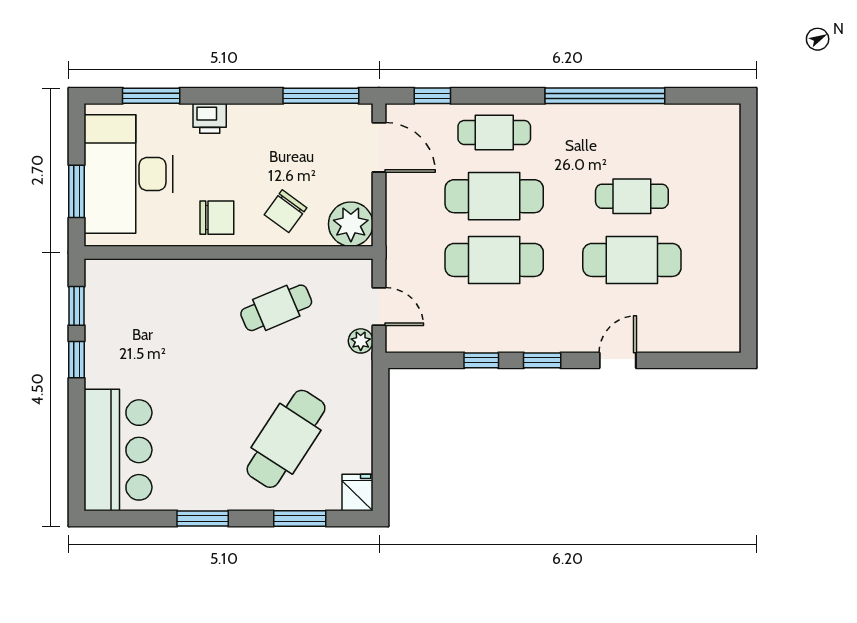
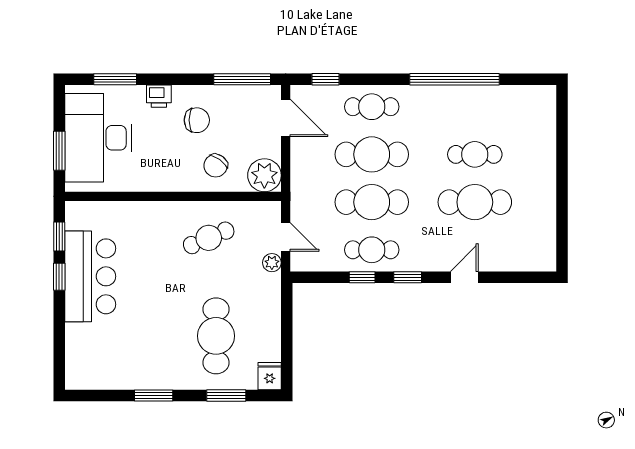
chair: (217, 218) -> (197, 120), moved
cafe table: (494, 324) -> (372, 250), added
cafe table: (286, 439) -> (216, 336), turned -33
bar counter: (118, 450) -> (90, 276), moved

